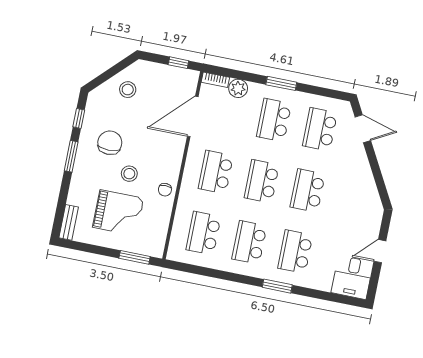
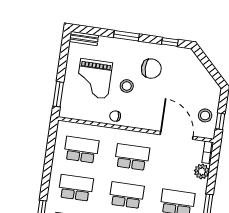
stool: (128, 90) -> (205, 115), moved
window: (71, 156) -> (126, 36), moved

